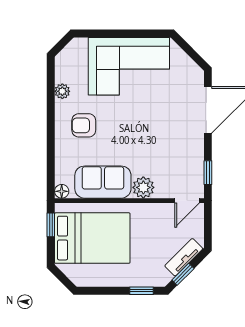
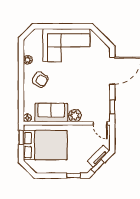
armchair: (84, 125) -> (40, 80), turned -148
door: (187, 201) -> (100, 123), hinge flipped

